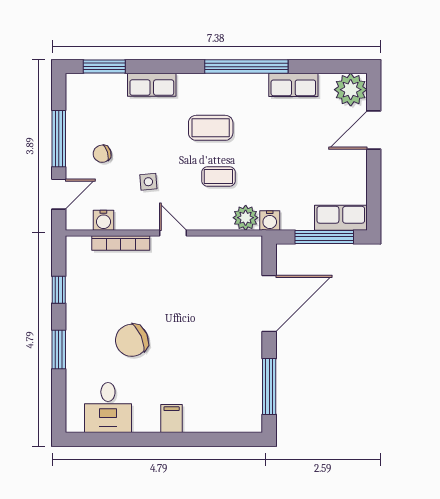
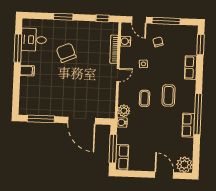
row of seats: (293, 85) -> (188, 125), moved
window: (59, 290) -> (103, 18), moved
window: (126, 439) -> (18, 48), added

